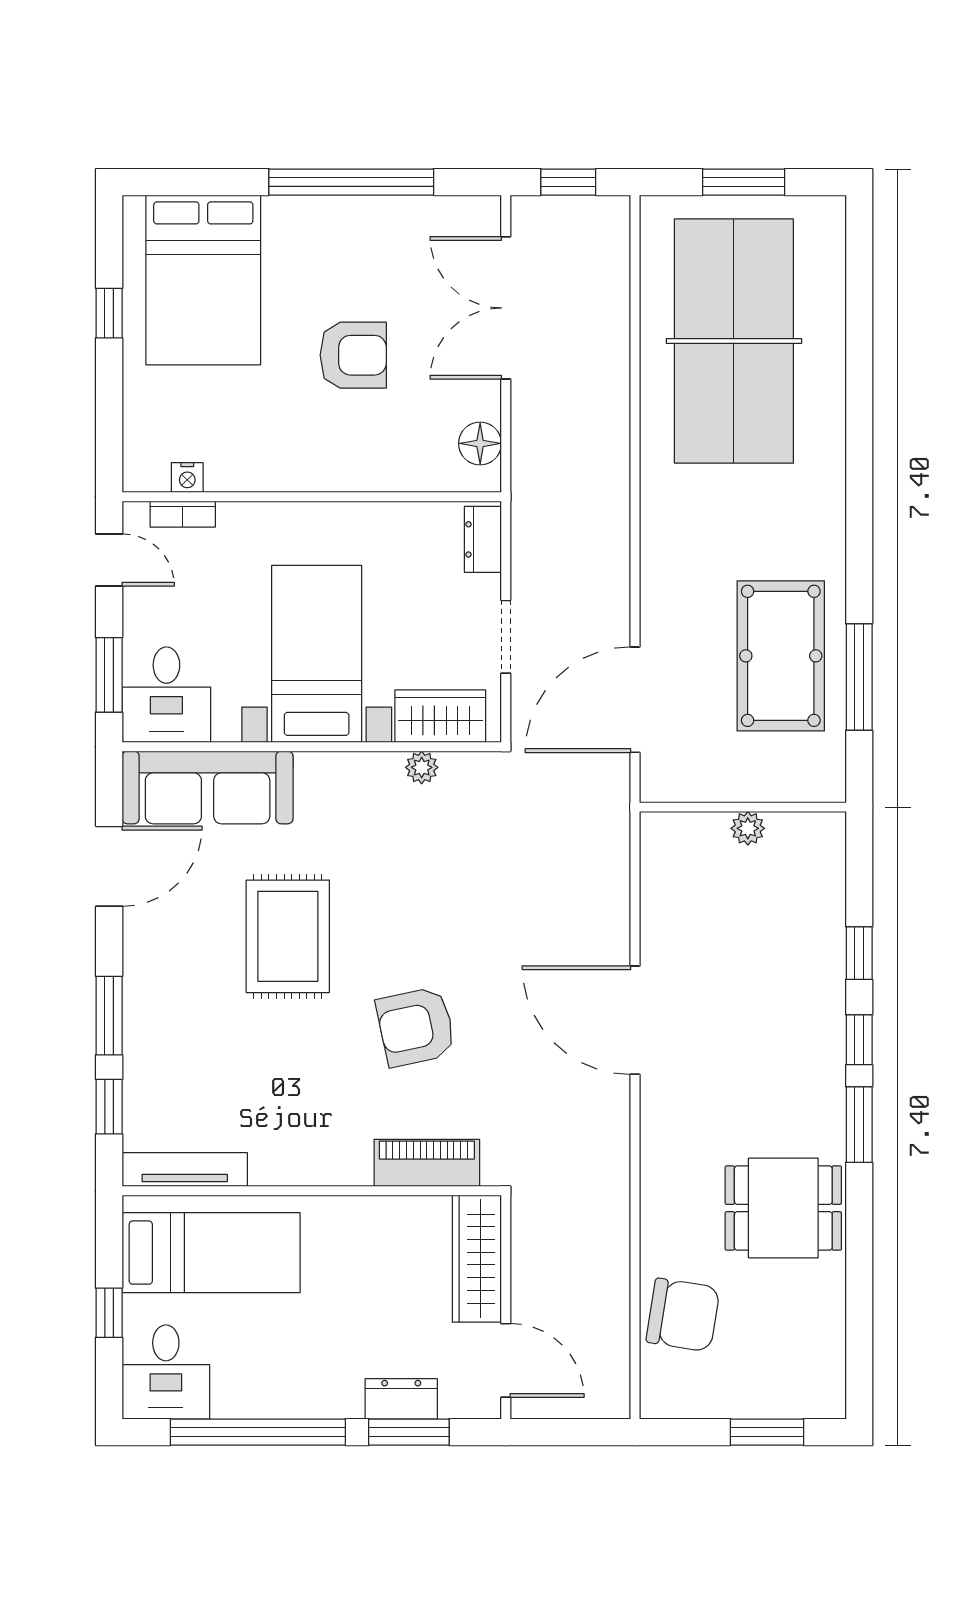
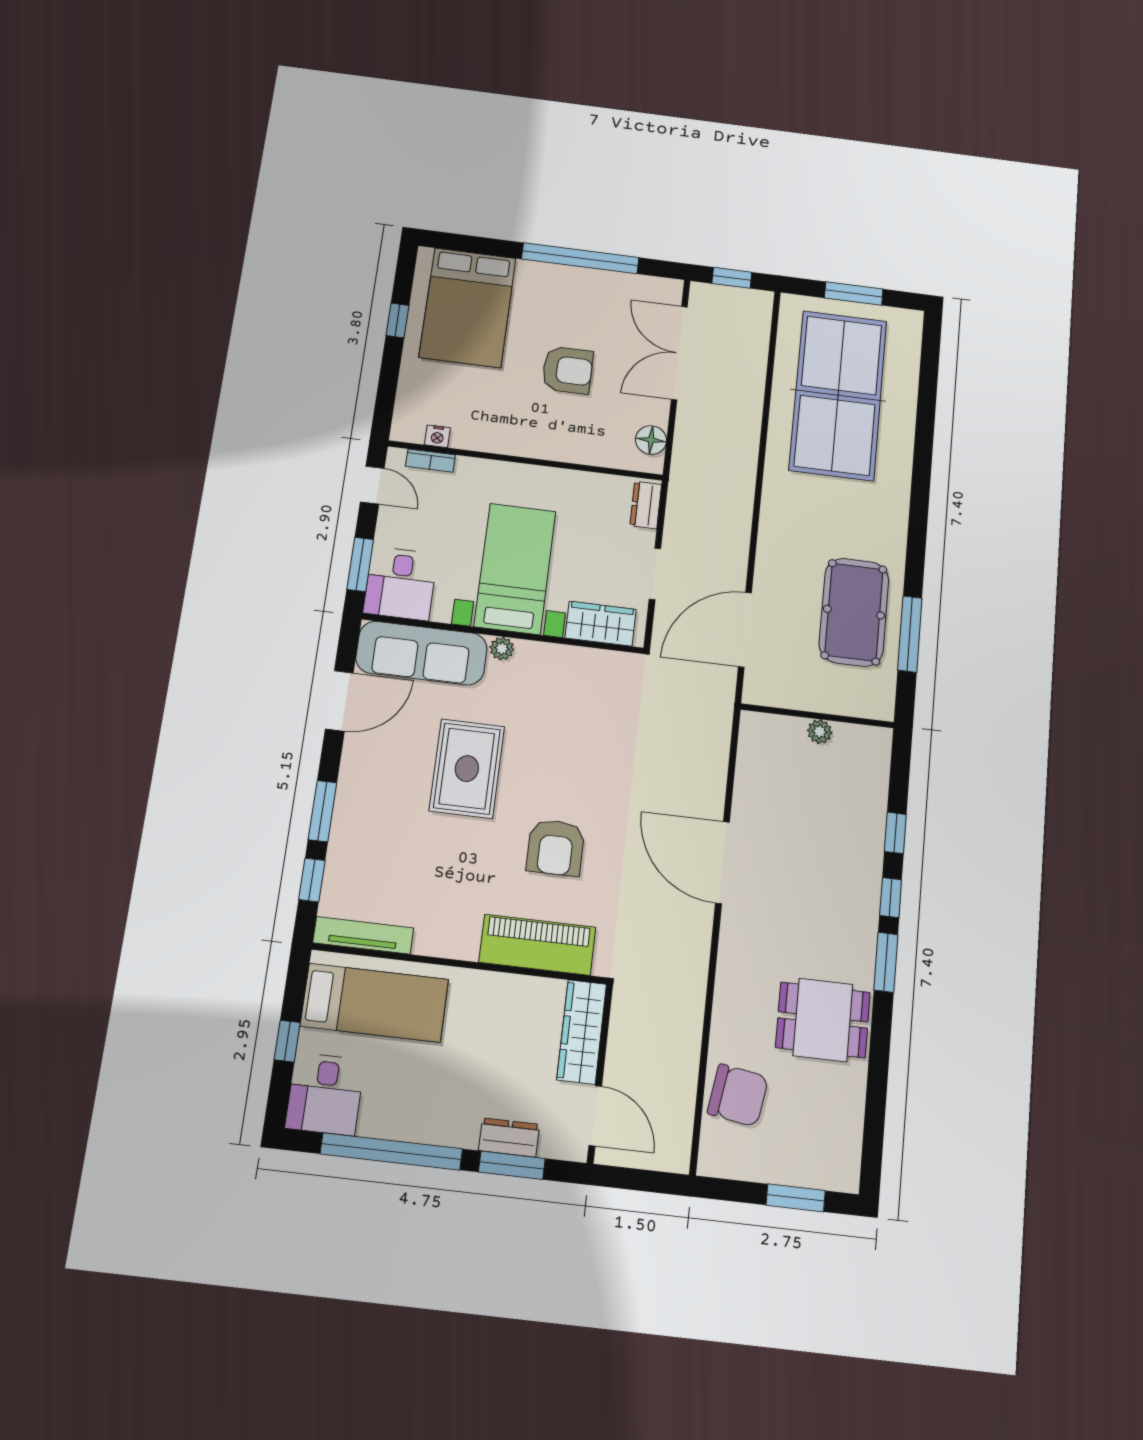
plant: (422, 767) -> (502, 648), moved
armchair: (416, 1027) -> (556, 848), turned -78
piano: (427, 1163) -> (537, 945), width x1.37, depth x1.33

